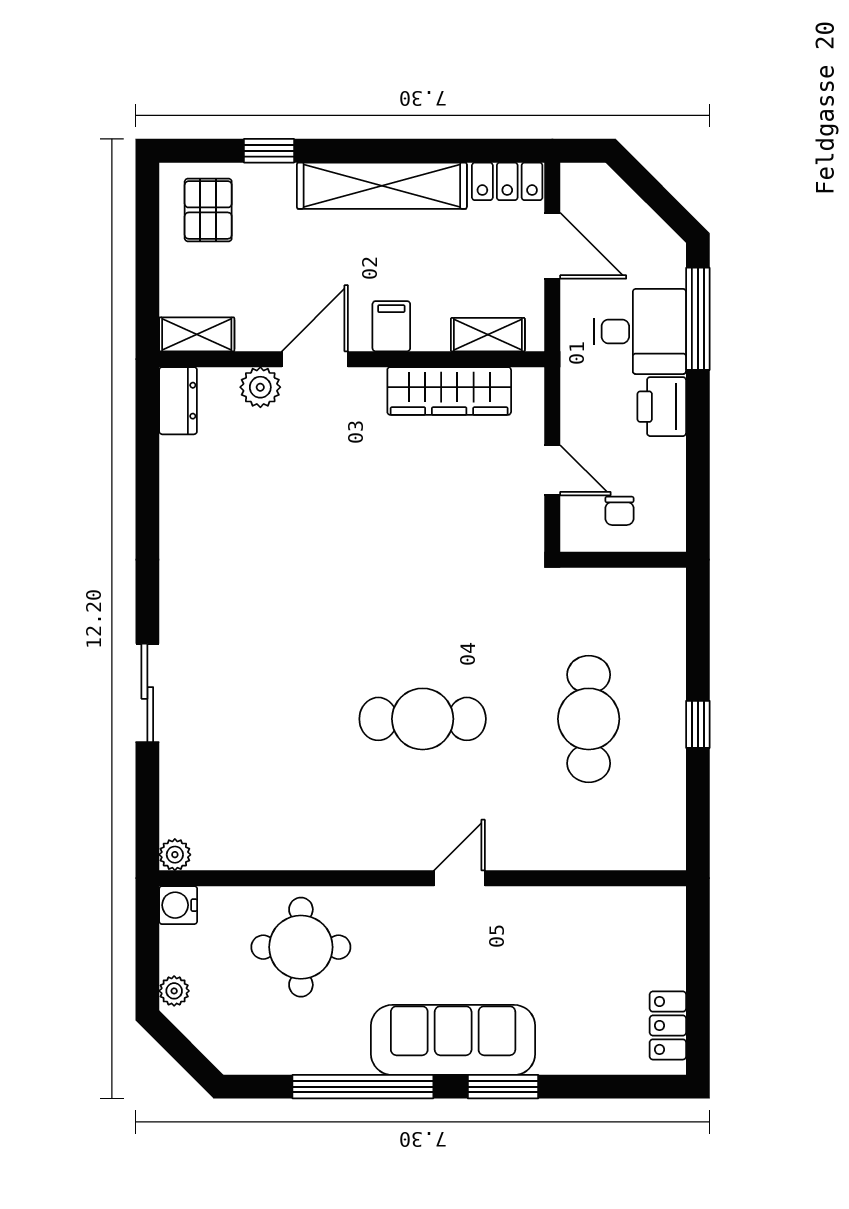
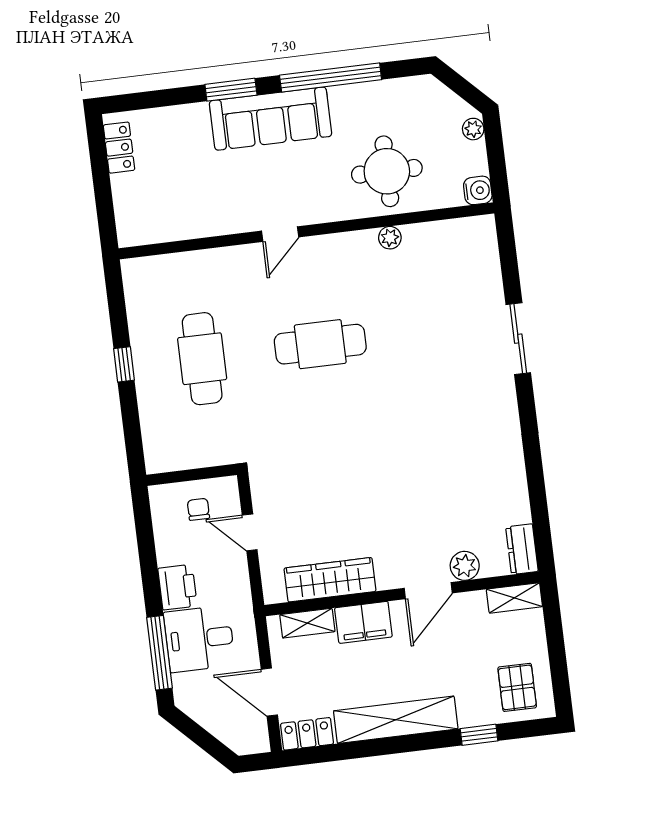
filing cabinet: (391, 326) -> (363, 622), width x2.00
plant: (175, 855) -> (390, 238), moved

